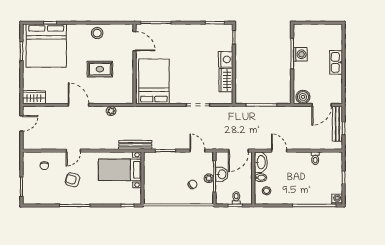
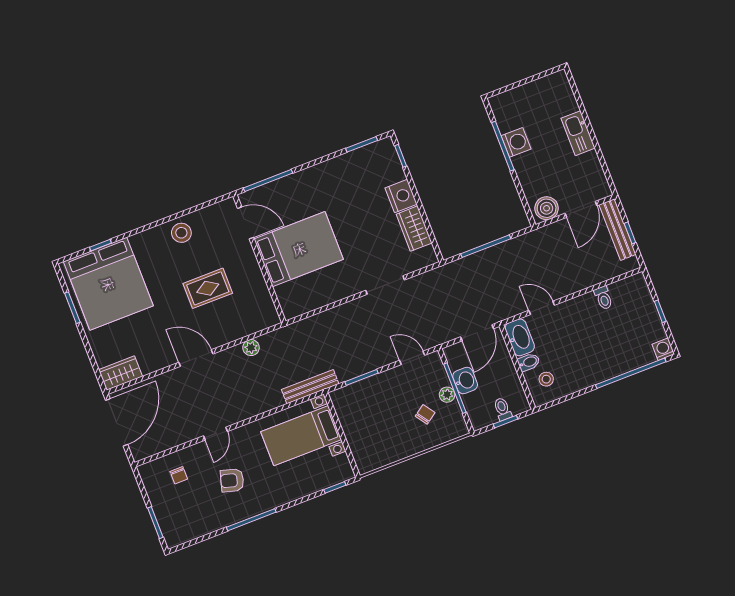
bed: (154, 81) -> (299, 249), moved, turned 90
door: (21, 123) -> (117, 422), width x1.88

